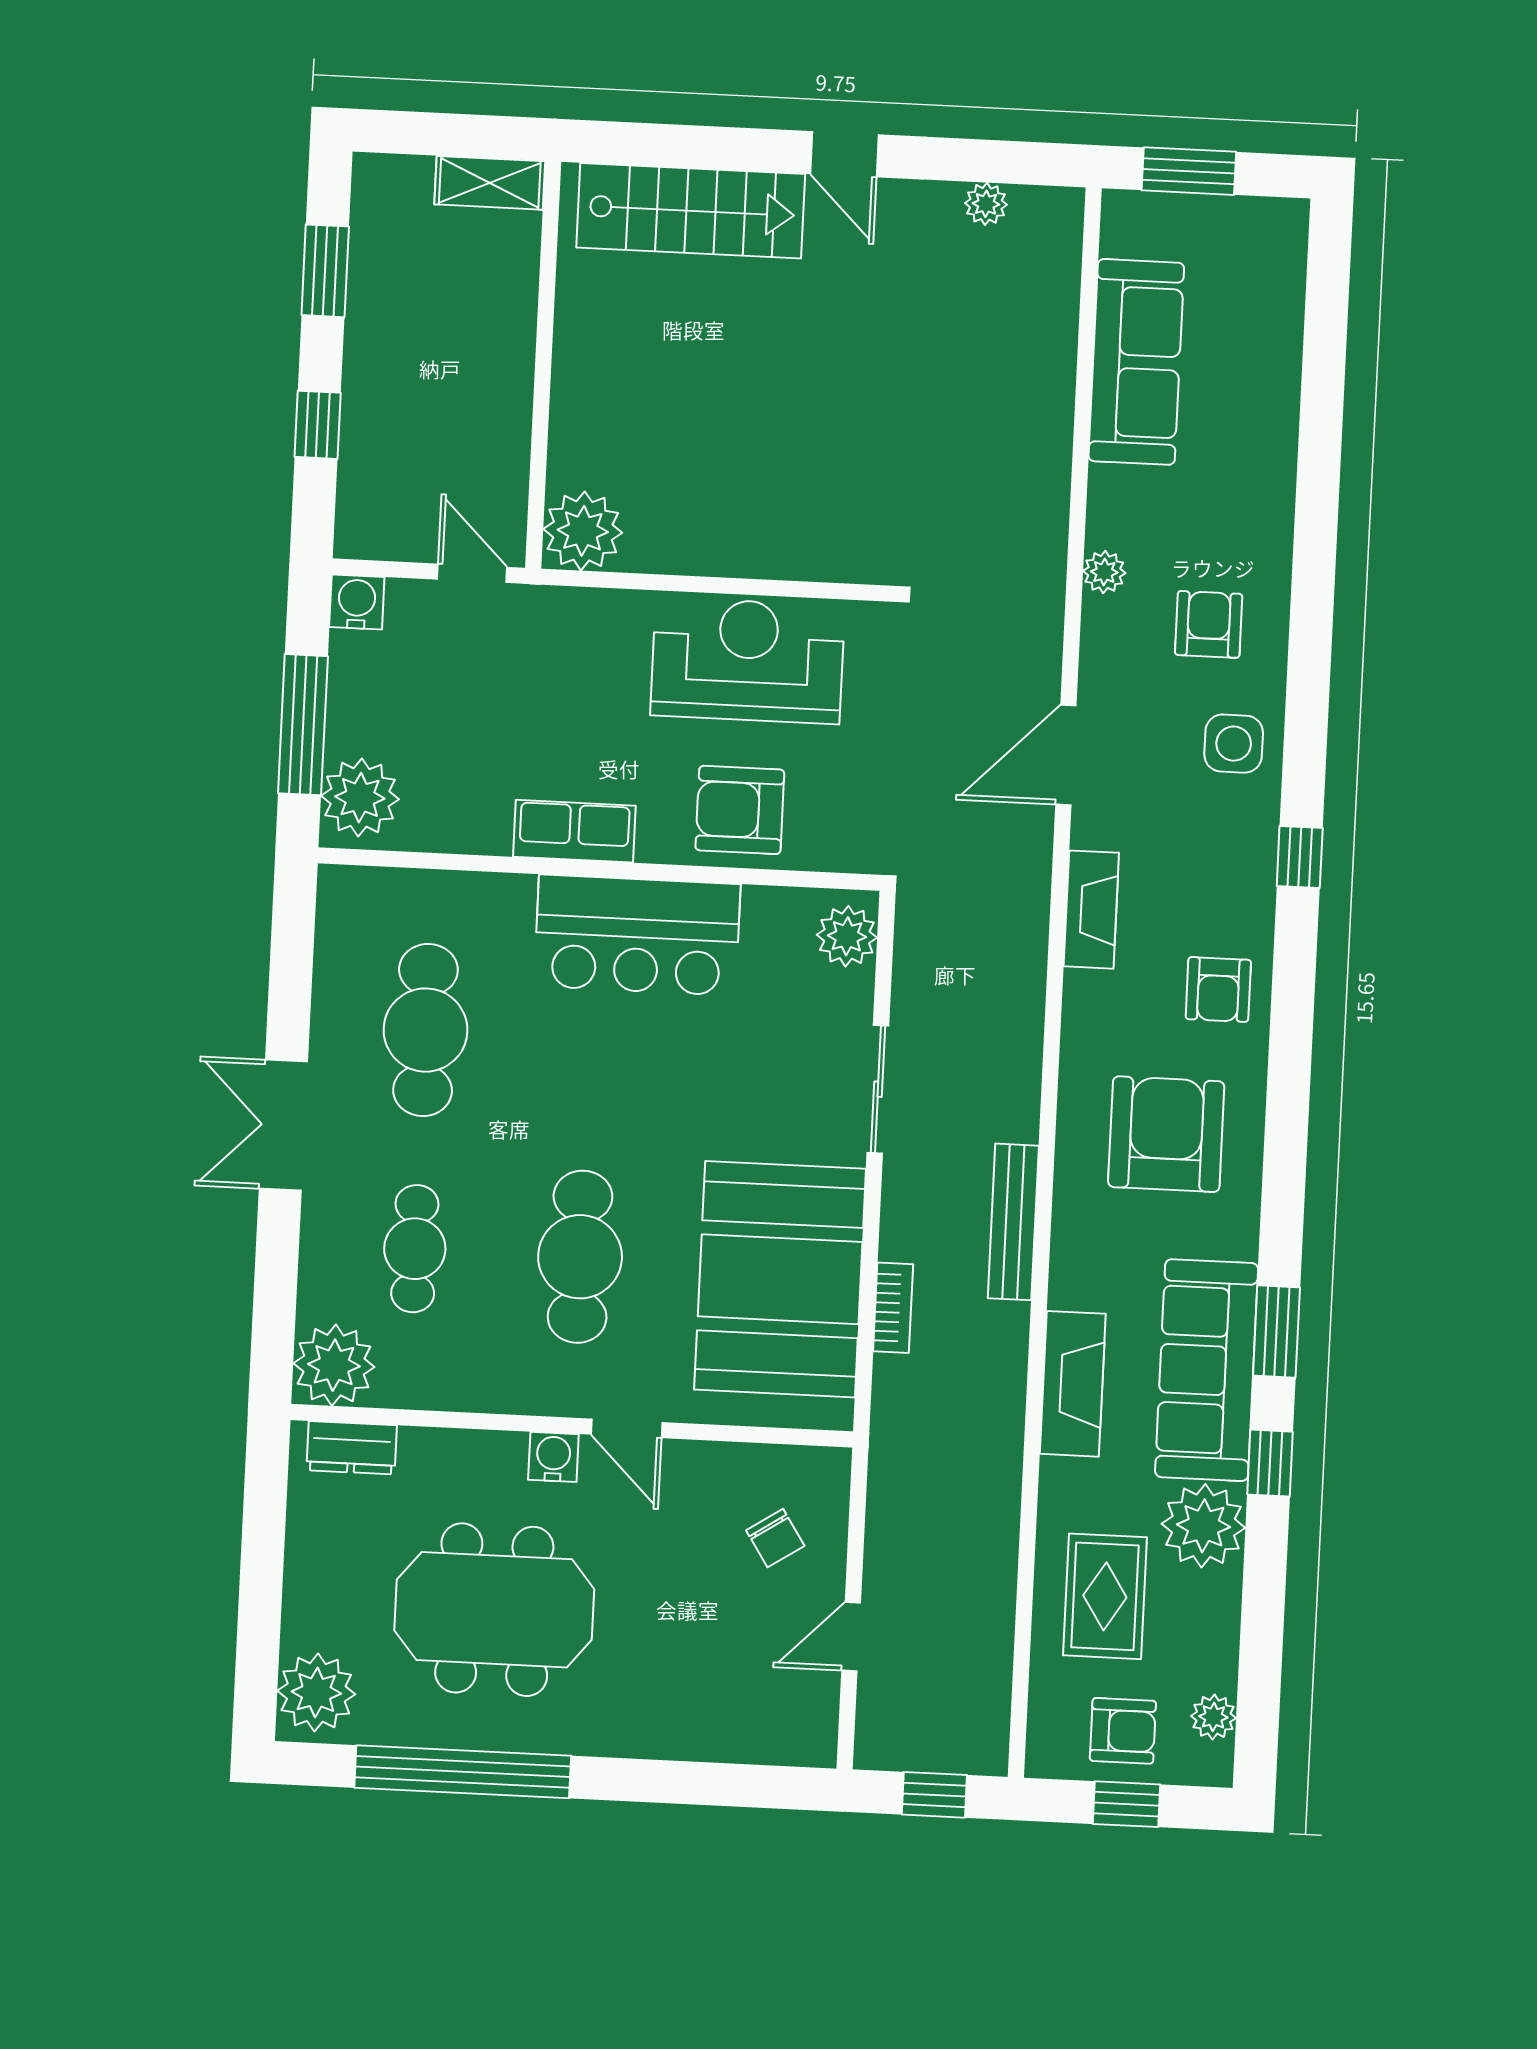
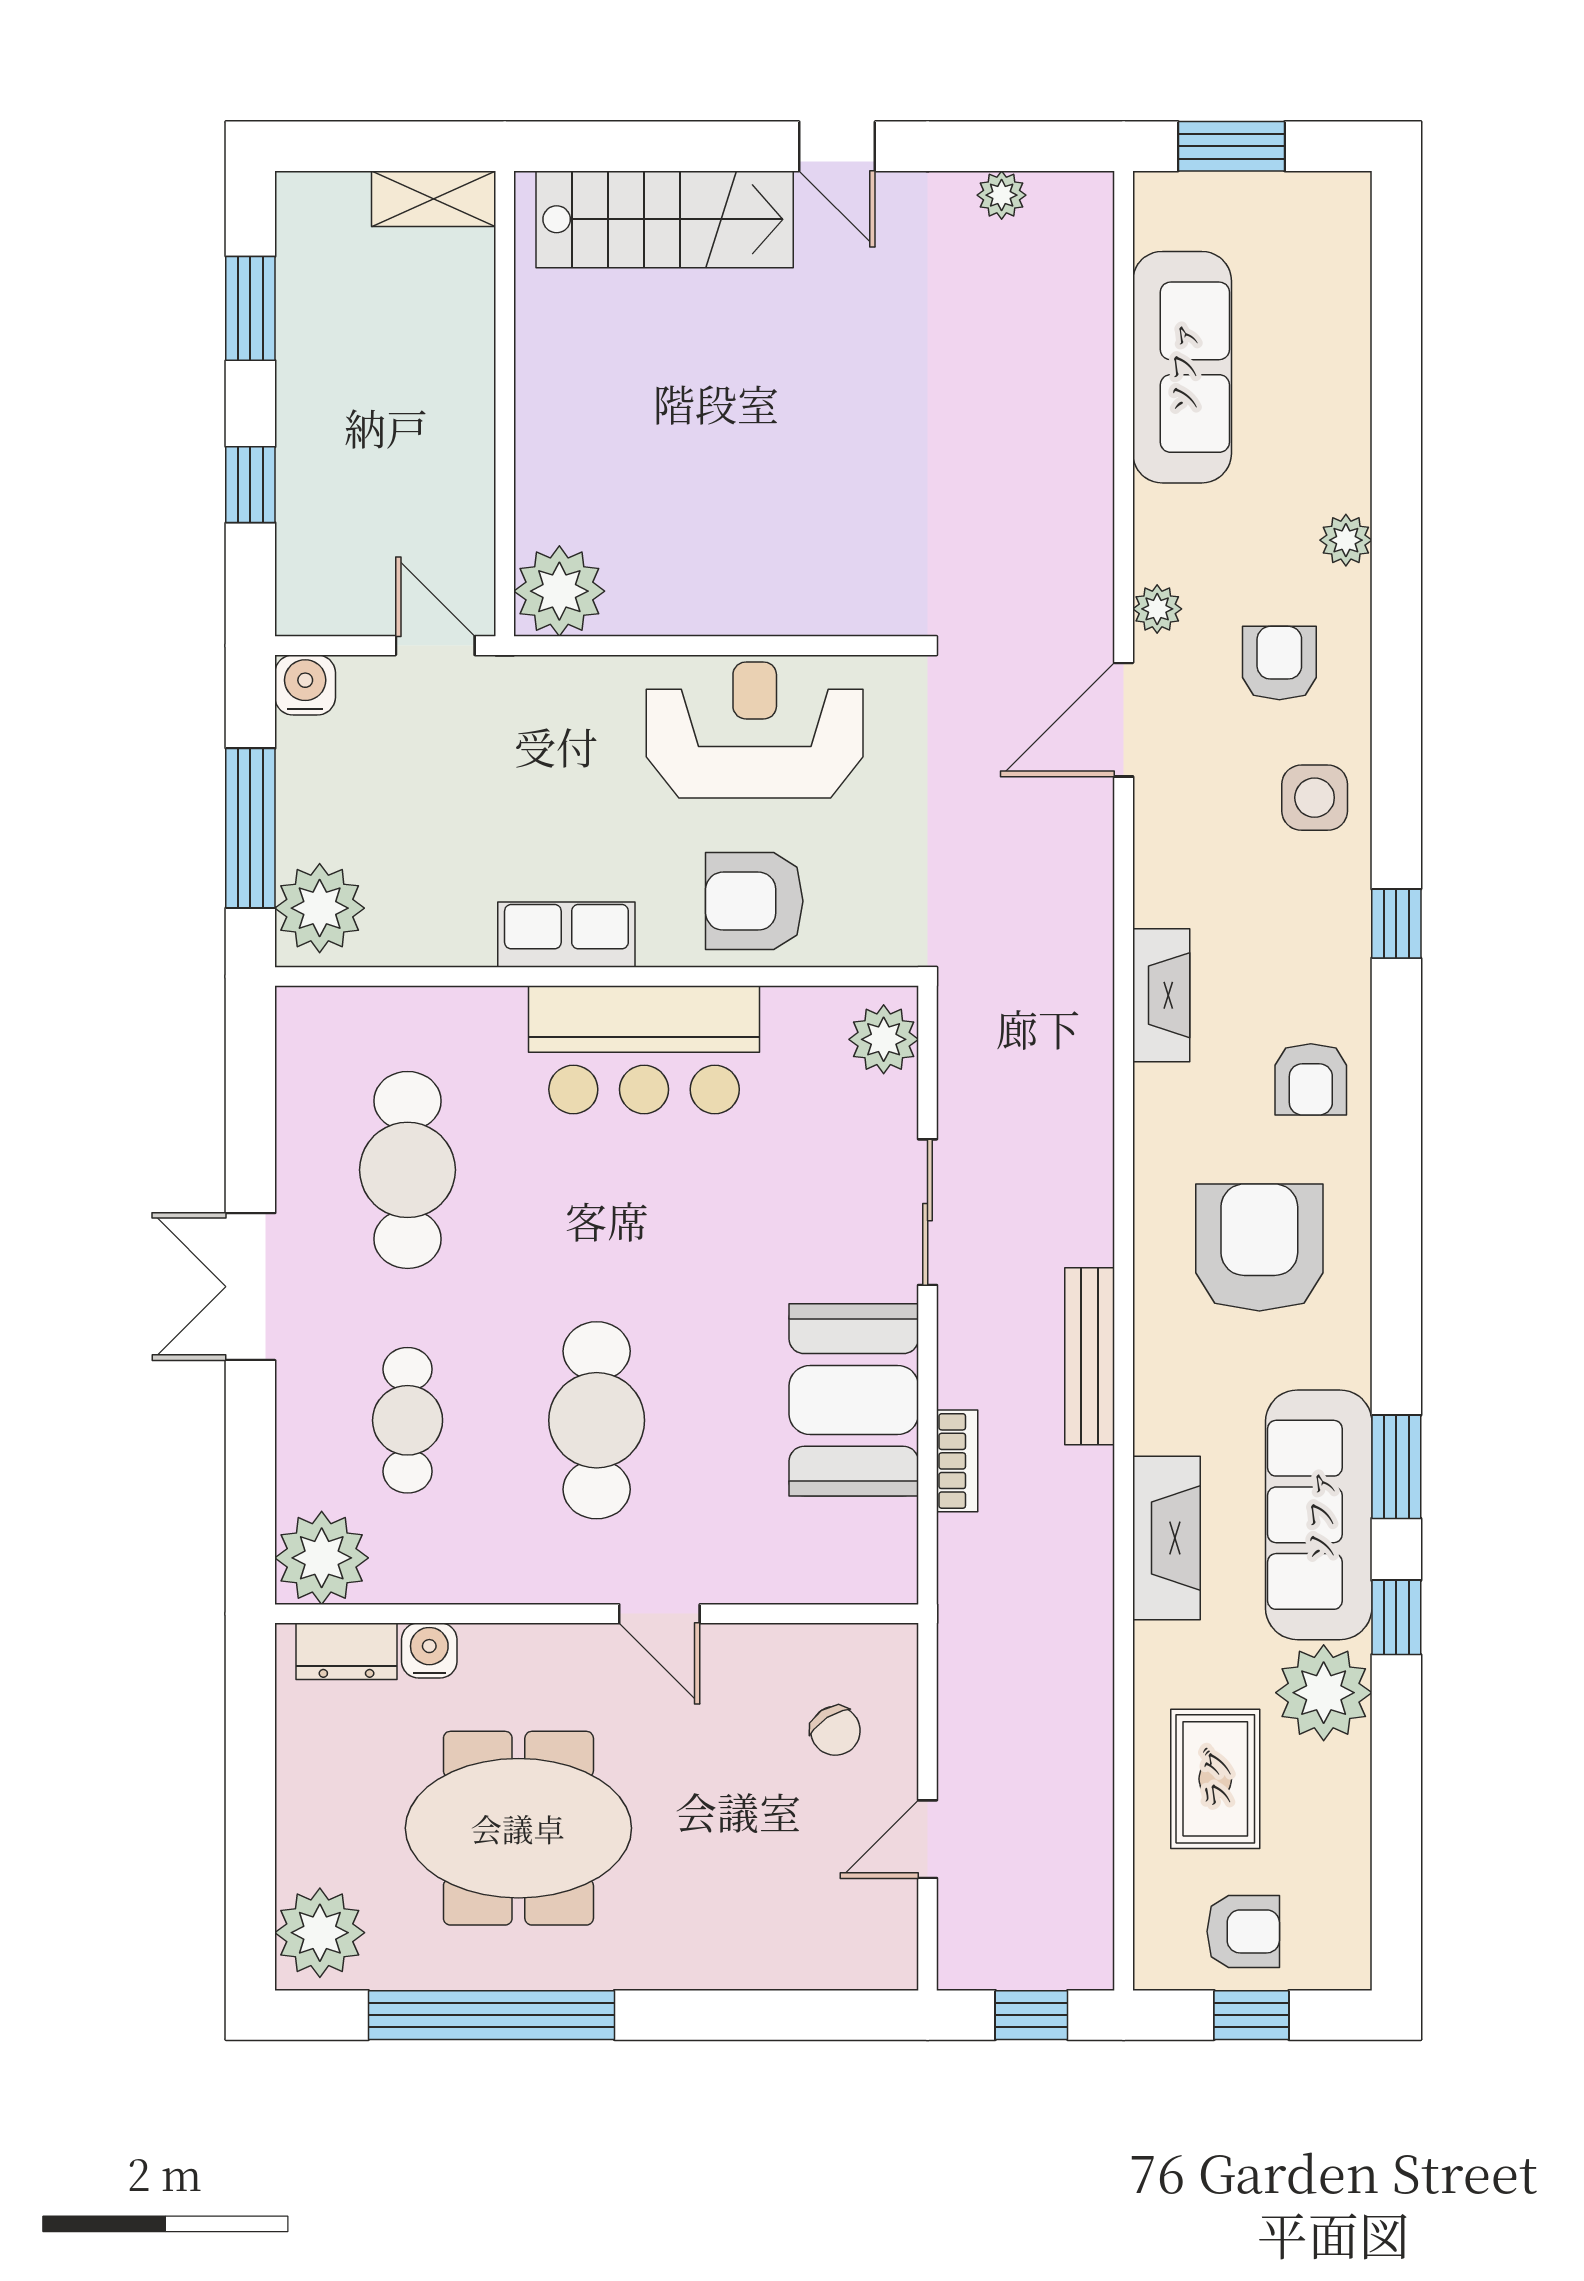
door: (1066, 755) -> (1124, 720), moved
booth: (780, 1279) -> (854, 1400), width x0.73, depth x0.70
water cooler: (553, 1457) -> (429, 1650), moved
plant: (1213, 1717) -> (1346, 540), moved

